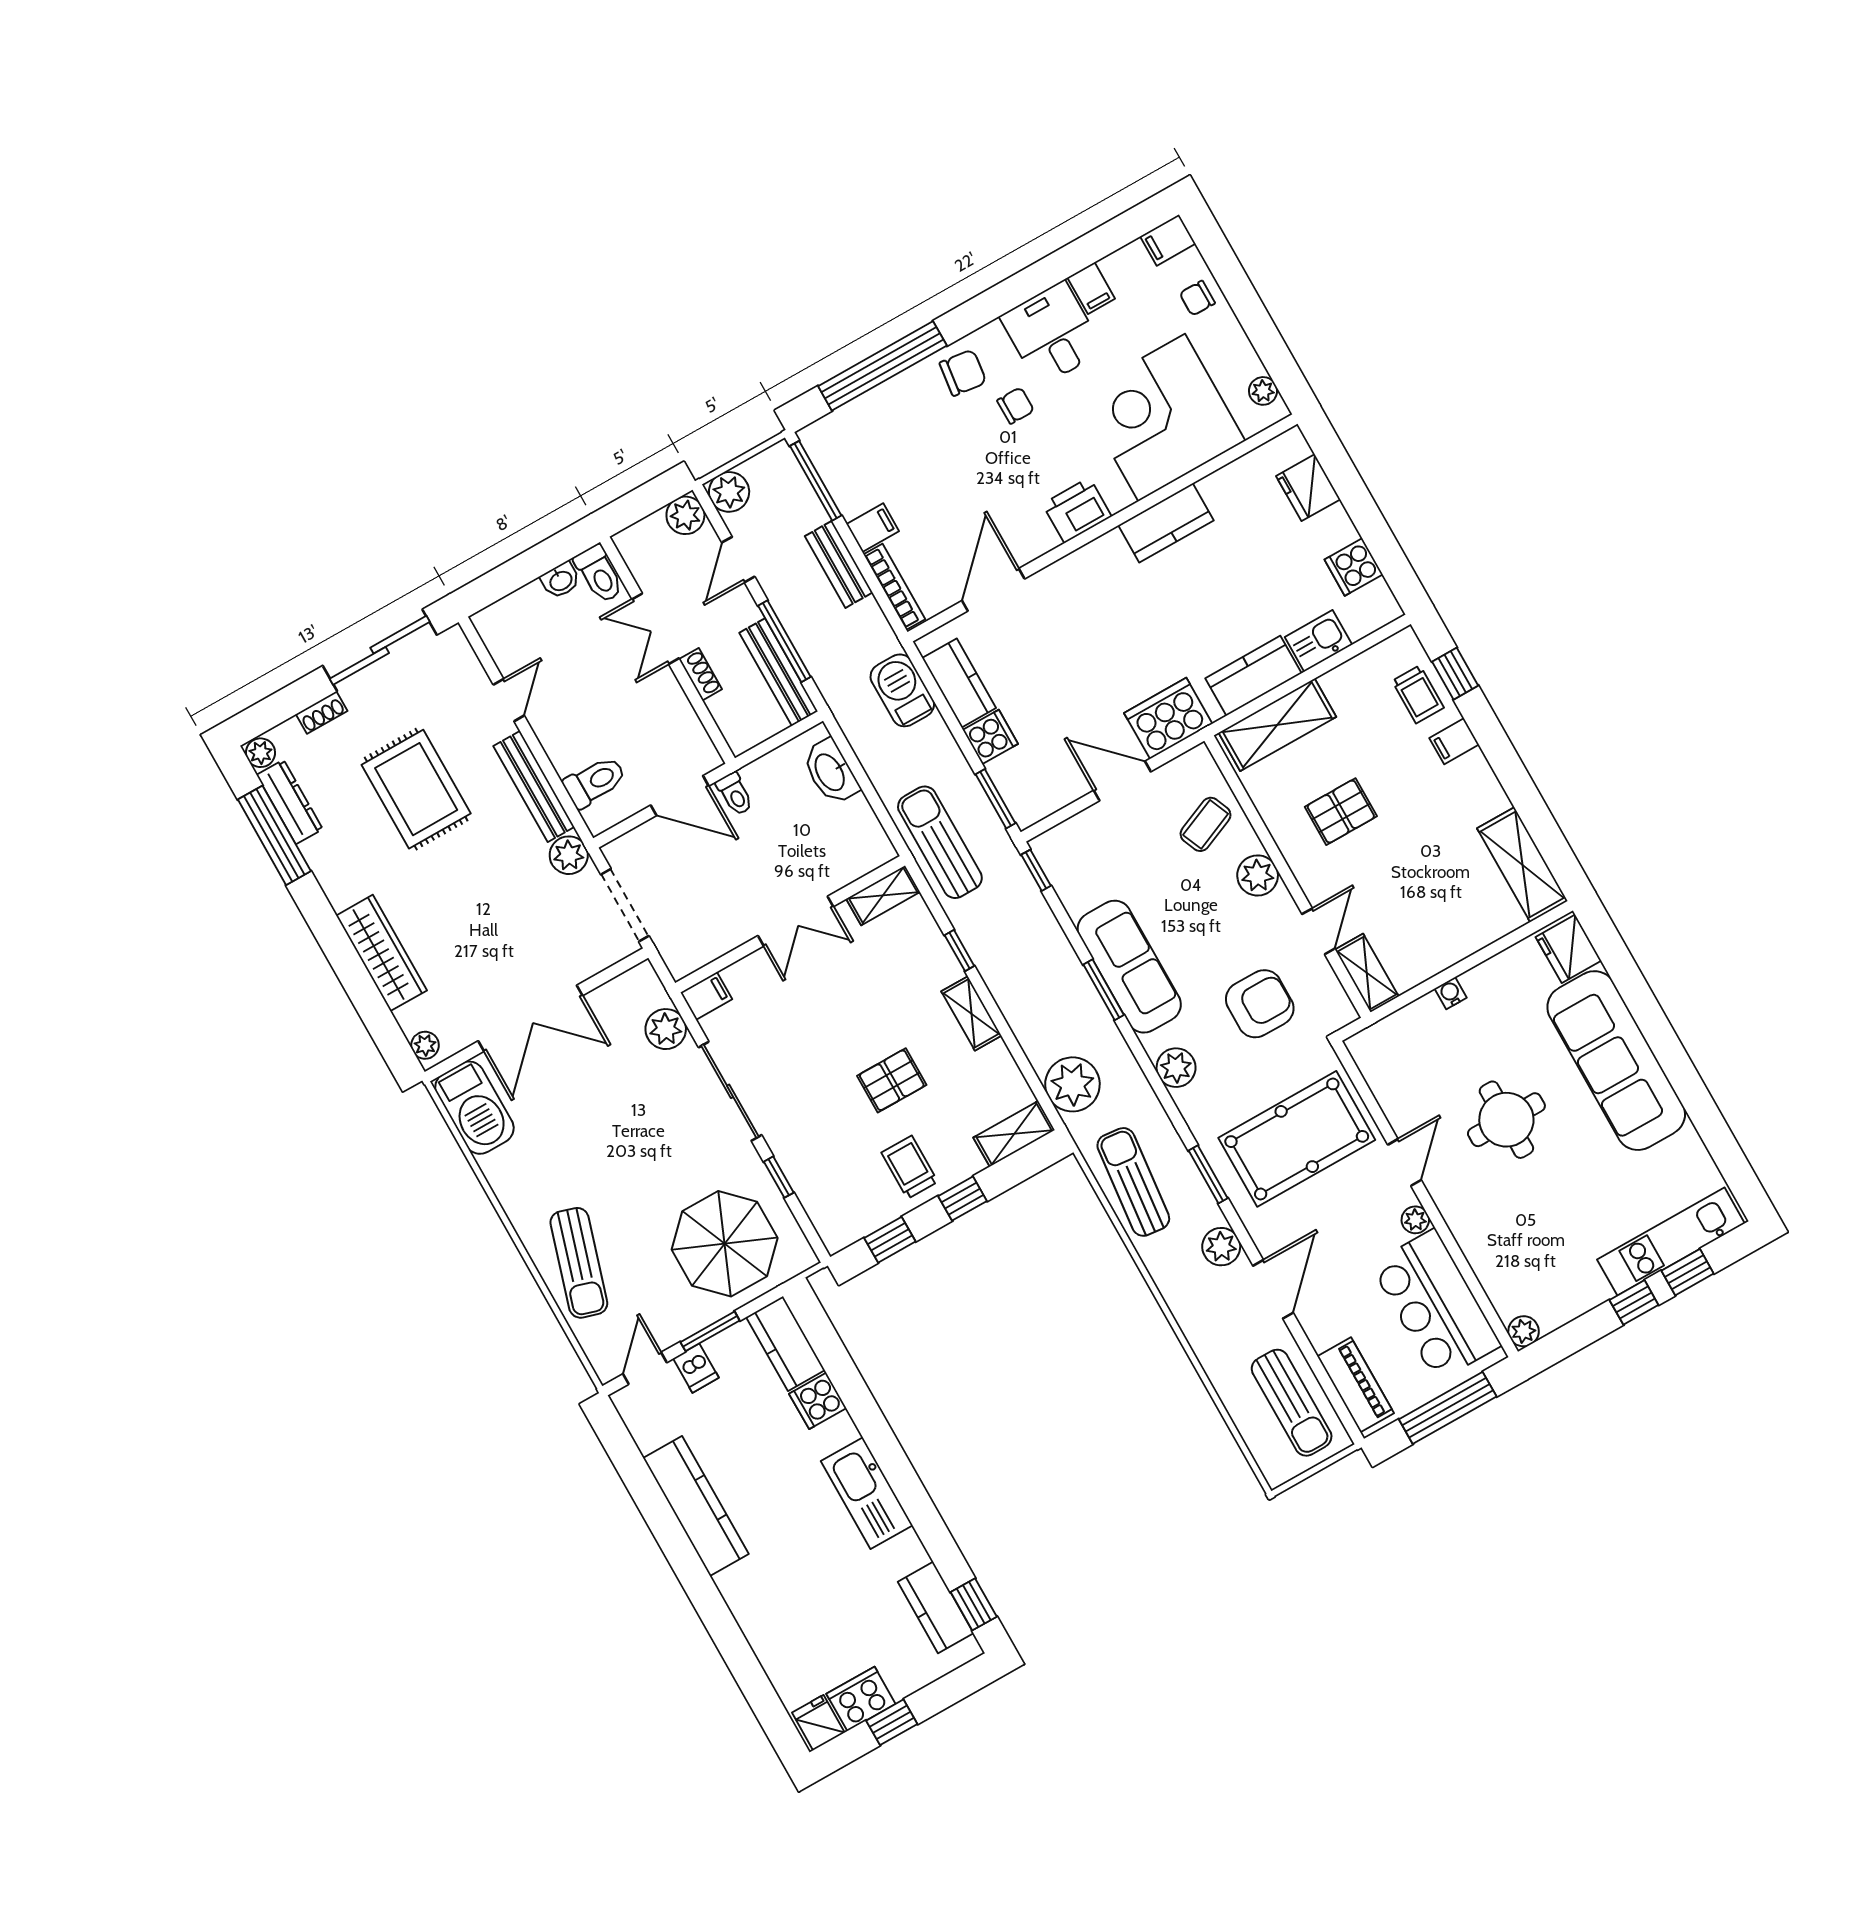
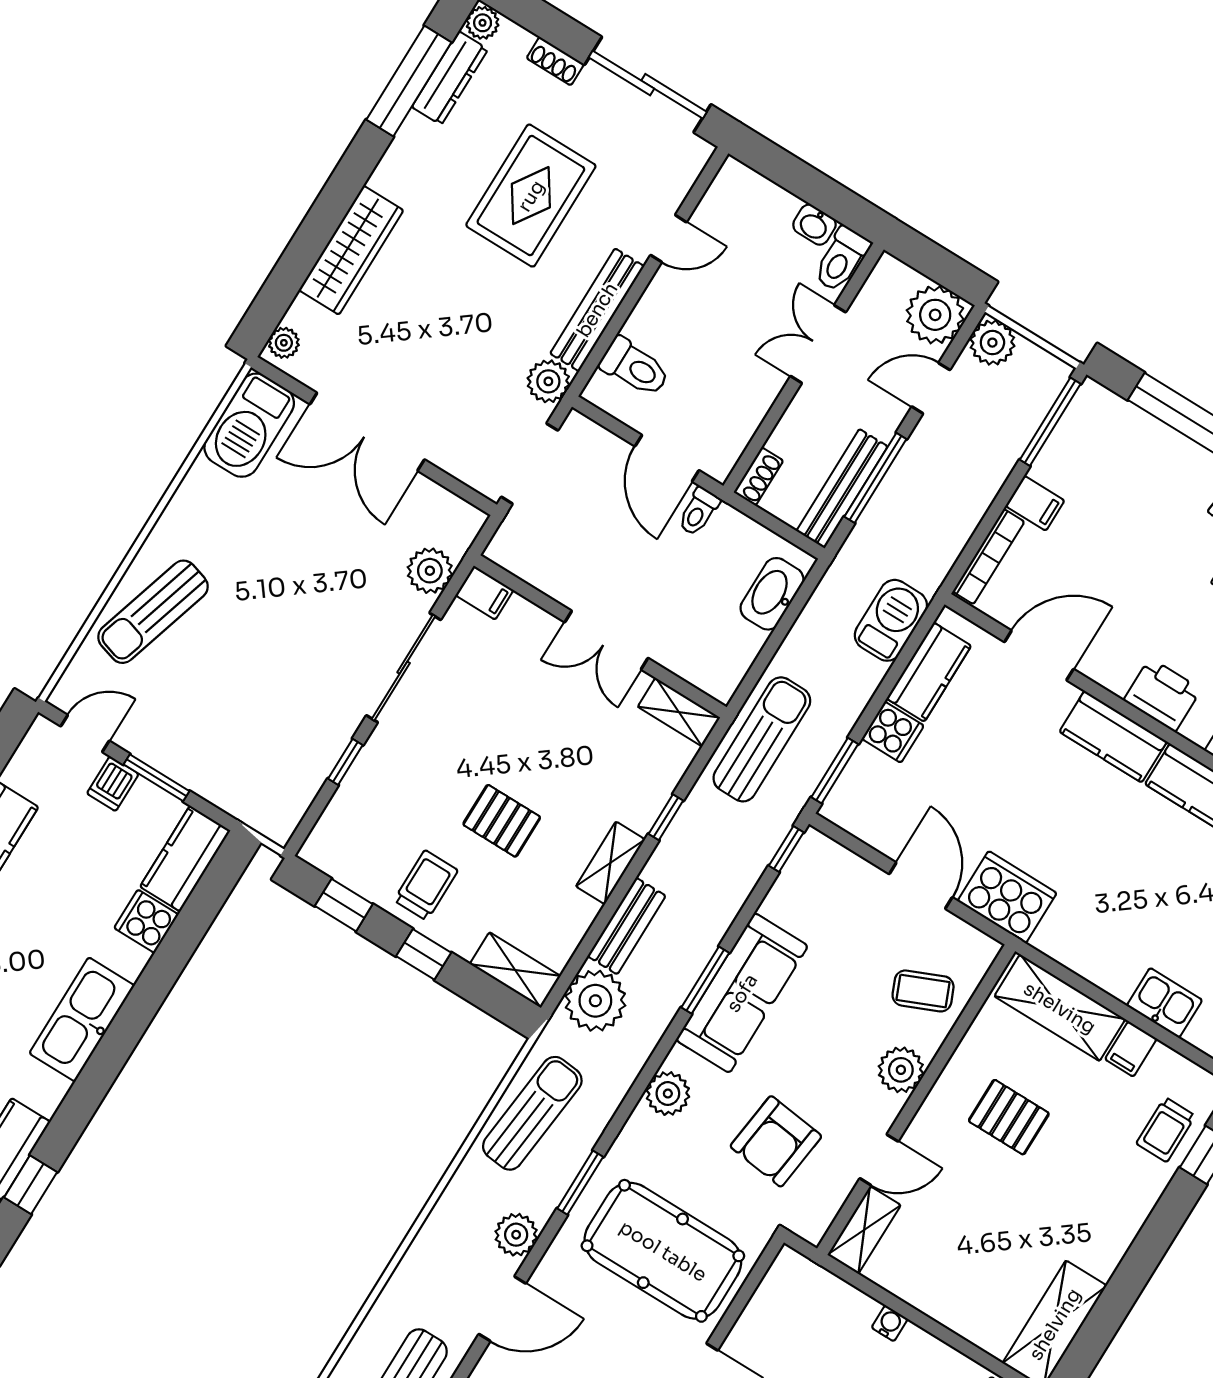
plant: (685, 515) -> (935, 315), width x1.36, depth x1.36
bench: (839, 564) -> (627, 926), moved
shoe rack: (700, 674) -> (759, 476), moved
kitchen counter: (1253, 676) -> (1113, 737), moved, turned 180
filing cabinet: (1454, 741) -> (1131, 1049), moved, turned -90
armchair: (1260, 1004) -> (776, 1141), turned 97
parasol: (725, 1244) -> (251, 745), removed

